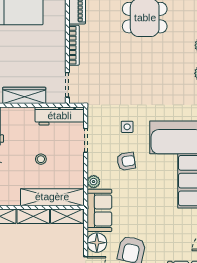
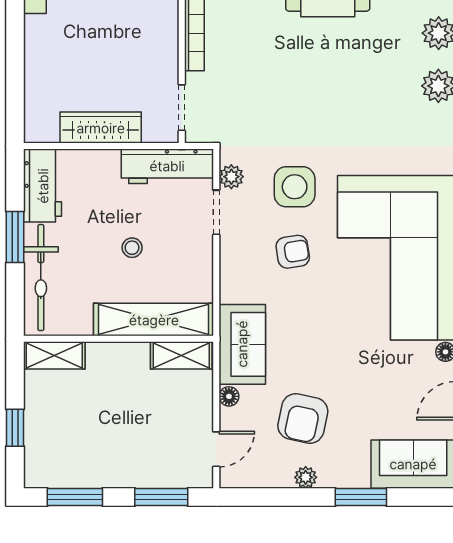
side table: (127, 127) -> (295, 187), width x1.87, depth x1.87
plant: (94, 182) -> (231, 177), moved
shelving: (33, 216) -> (118, 355), removed
floor lamp: (97, 243) -> (229, 396), width x0.53, depth x0.53

